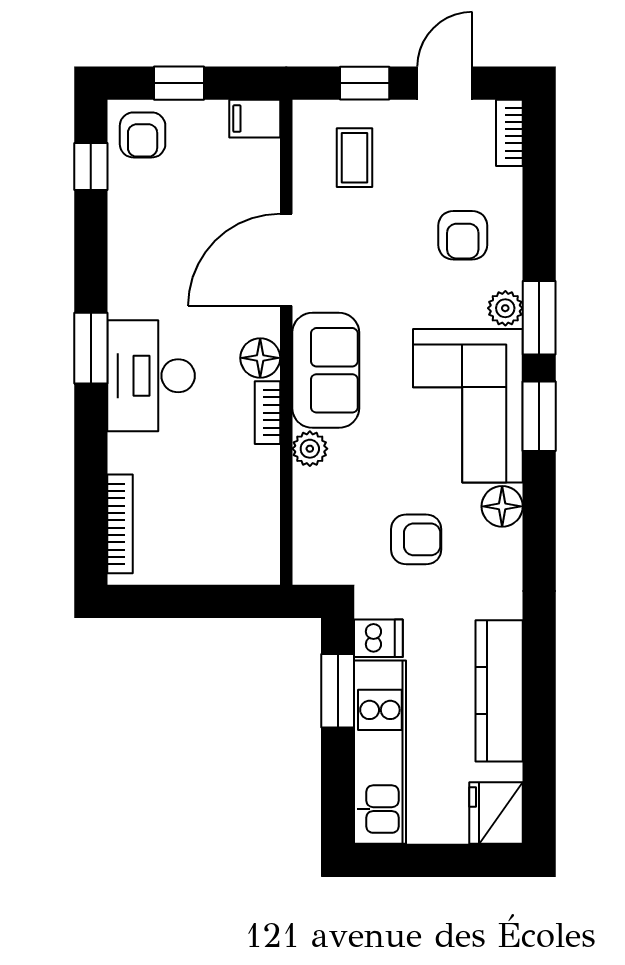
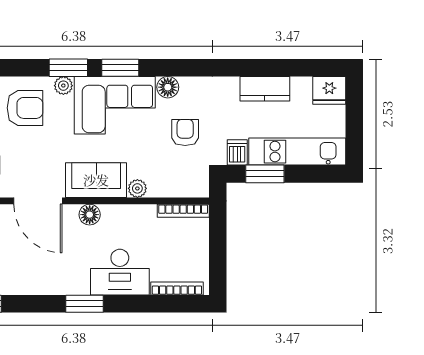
armchair: (463, 235) -> (25, 108), width x1.38, depth x1.38
desk: (151, 376) -> (120, 272), moved
bookcase: (267, 413) -> (183, 211), moved, width x1.56
kitchen counter: (499, 691) -> (265, 89), width x0.67

